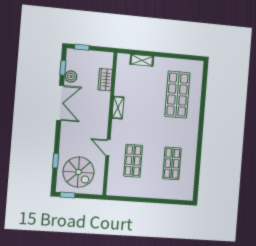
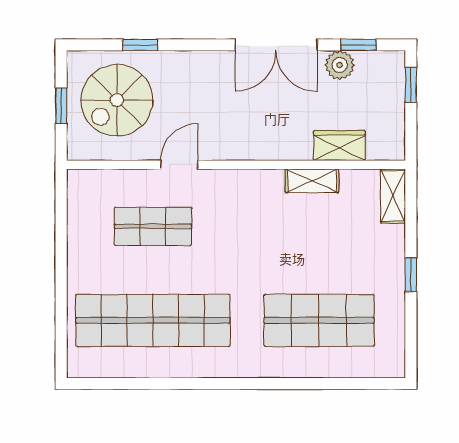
window: (162, 55) -> (411, 275), added
shelving: (142, 60) -> (393, 196), moved
shelving: (118, 108) -> (312, 181), moved
shop shelf: (172, 163) -> (153, 320), width x2.00, depth x1.36
window: (67, 195) -> (61, 106), moved

